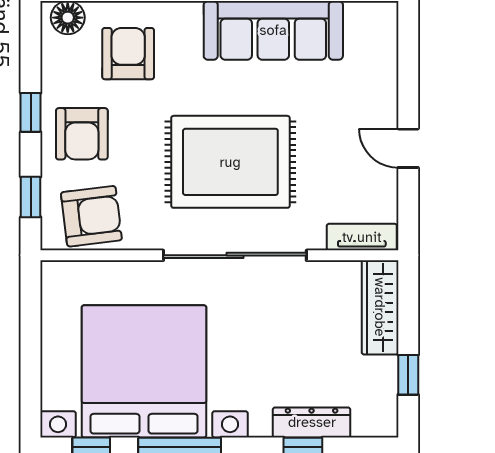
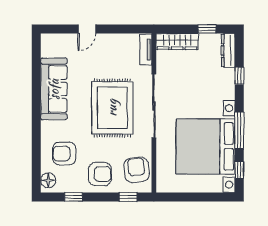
window: (31, 112) -> (74, 197), moved
door: (408, 148) -> (87, 29), moved
dresser: (312, 422) -> (228, 50), moved

